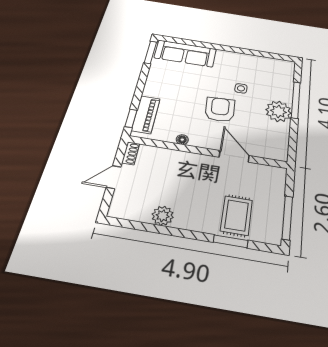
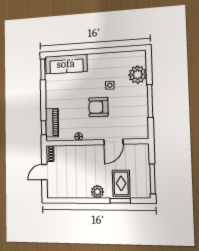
window: (296, 100) -> (150, 101), moved
armchair: (220, 110) -> (98, 107), turned -87
plant: (278, 111) -> (138, 75), moved
door: (234, 156) -> (113, 142), swing flipped
plant: (163, 216) -> (97, 192), moved

